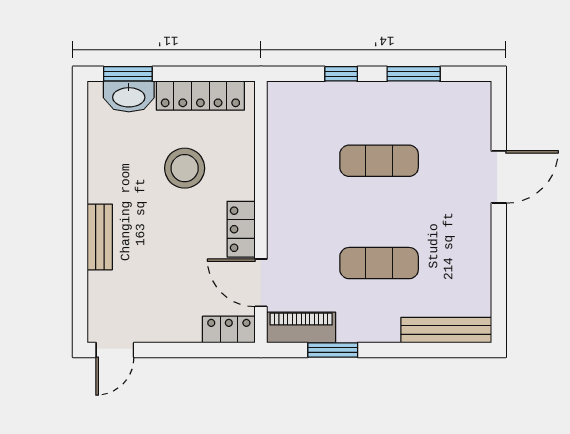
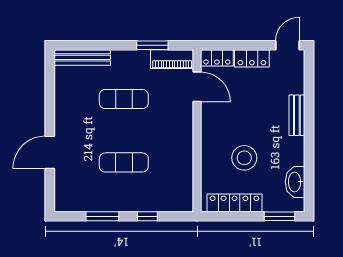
washbasin: (129, 96) -> (295, 182), moved, turned -90
locker: (241, 229) -> (252, 58), moved, turned 90

